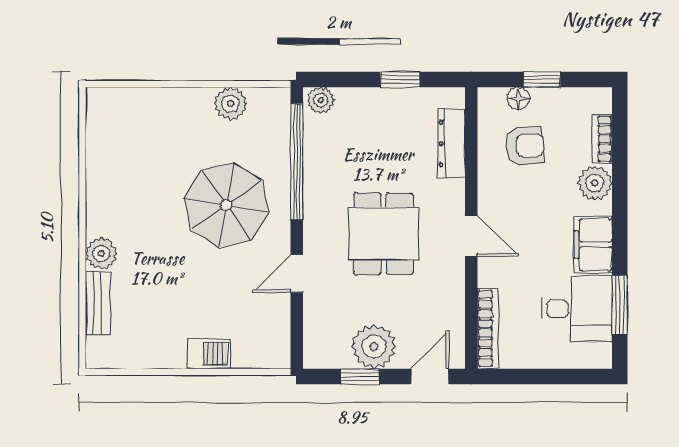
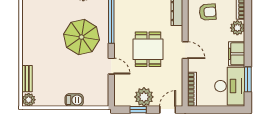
plant: (101, 253) -> (29, 100), moved
door: (297, 274) -> (111, 66), swing flipped
desk: (577, 309) -> (230, 86), width x1.37

